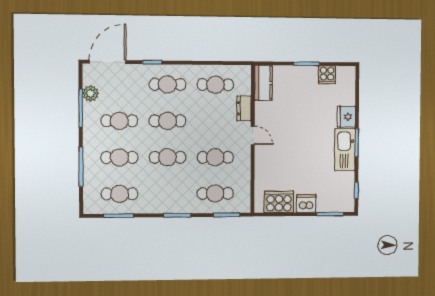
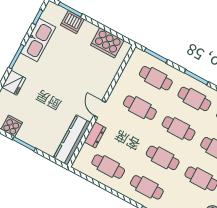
kitchen counter: (263, 83) -> (72, 140), width x1.50
kitchen sink: (345, 150) -> (38, 40), moved
cafe table: (168, 194) -> (194, 99), added
dishwasher: (306, 203) -> (72, 22), moved

